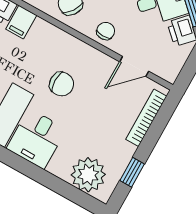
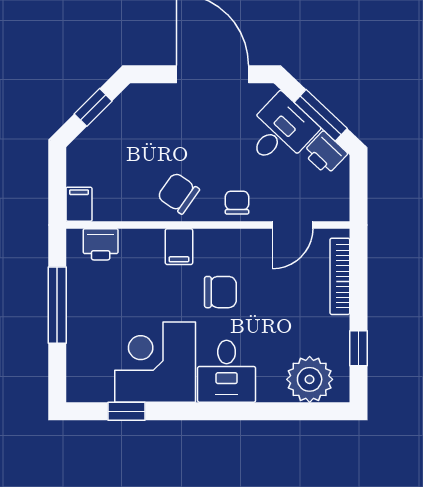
filing cabinet: (21, 22) -> (179, 247), moved

